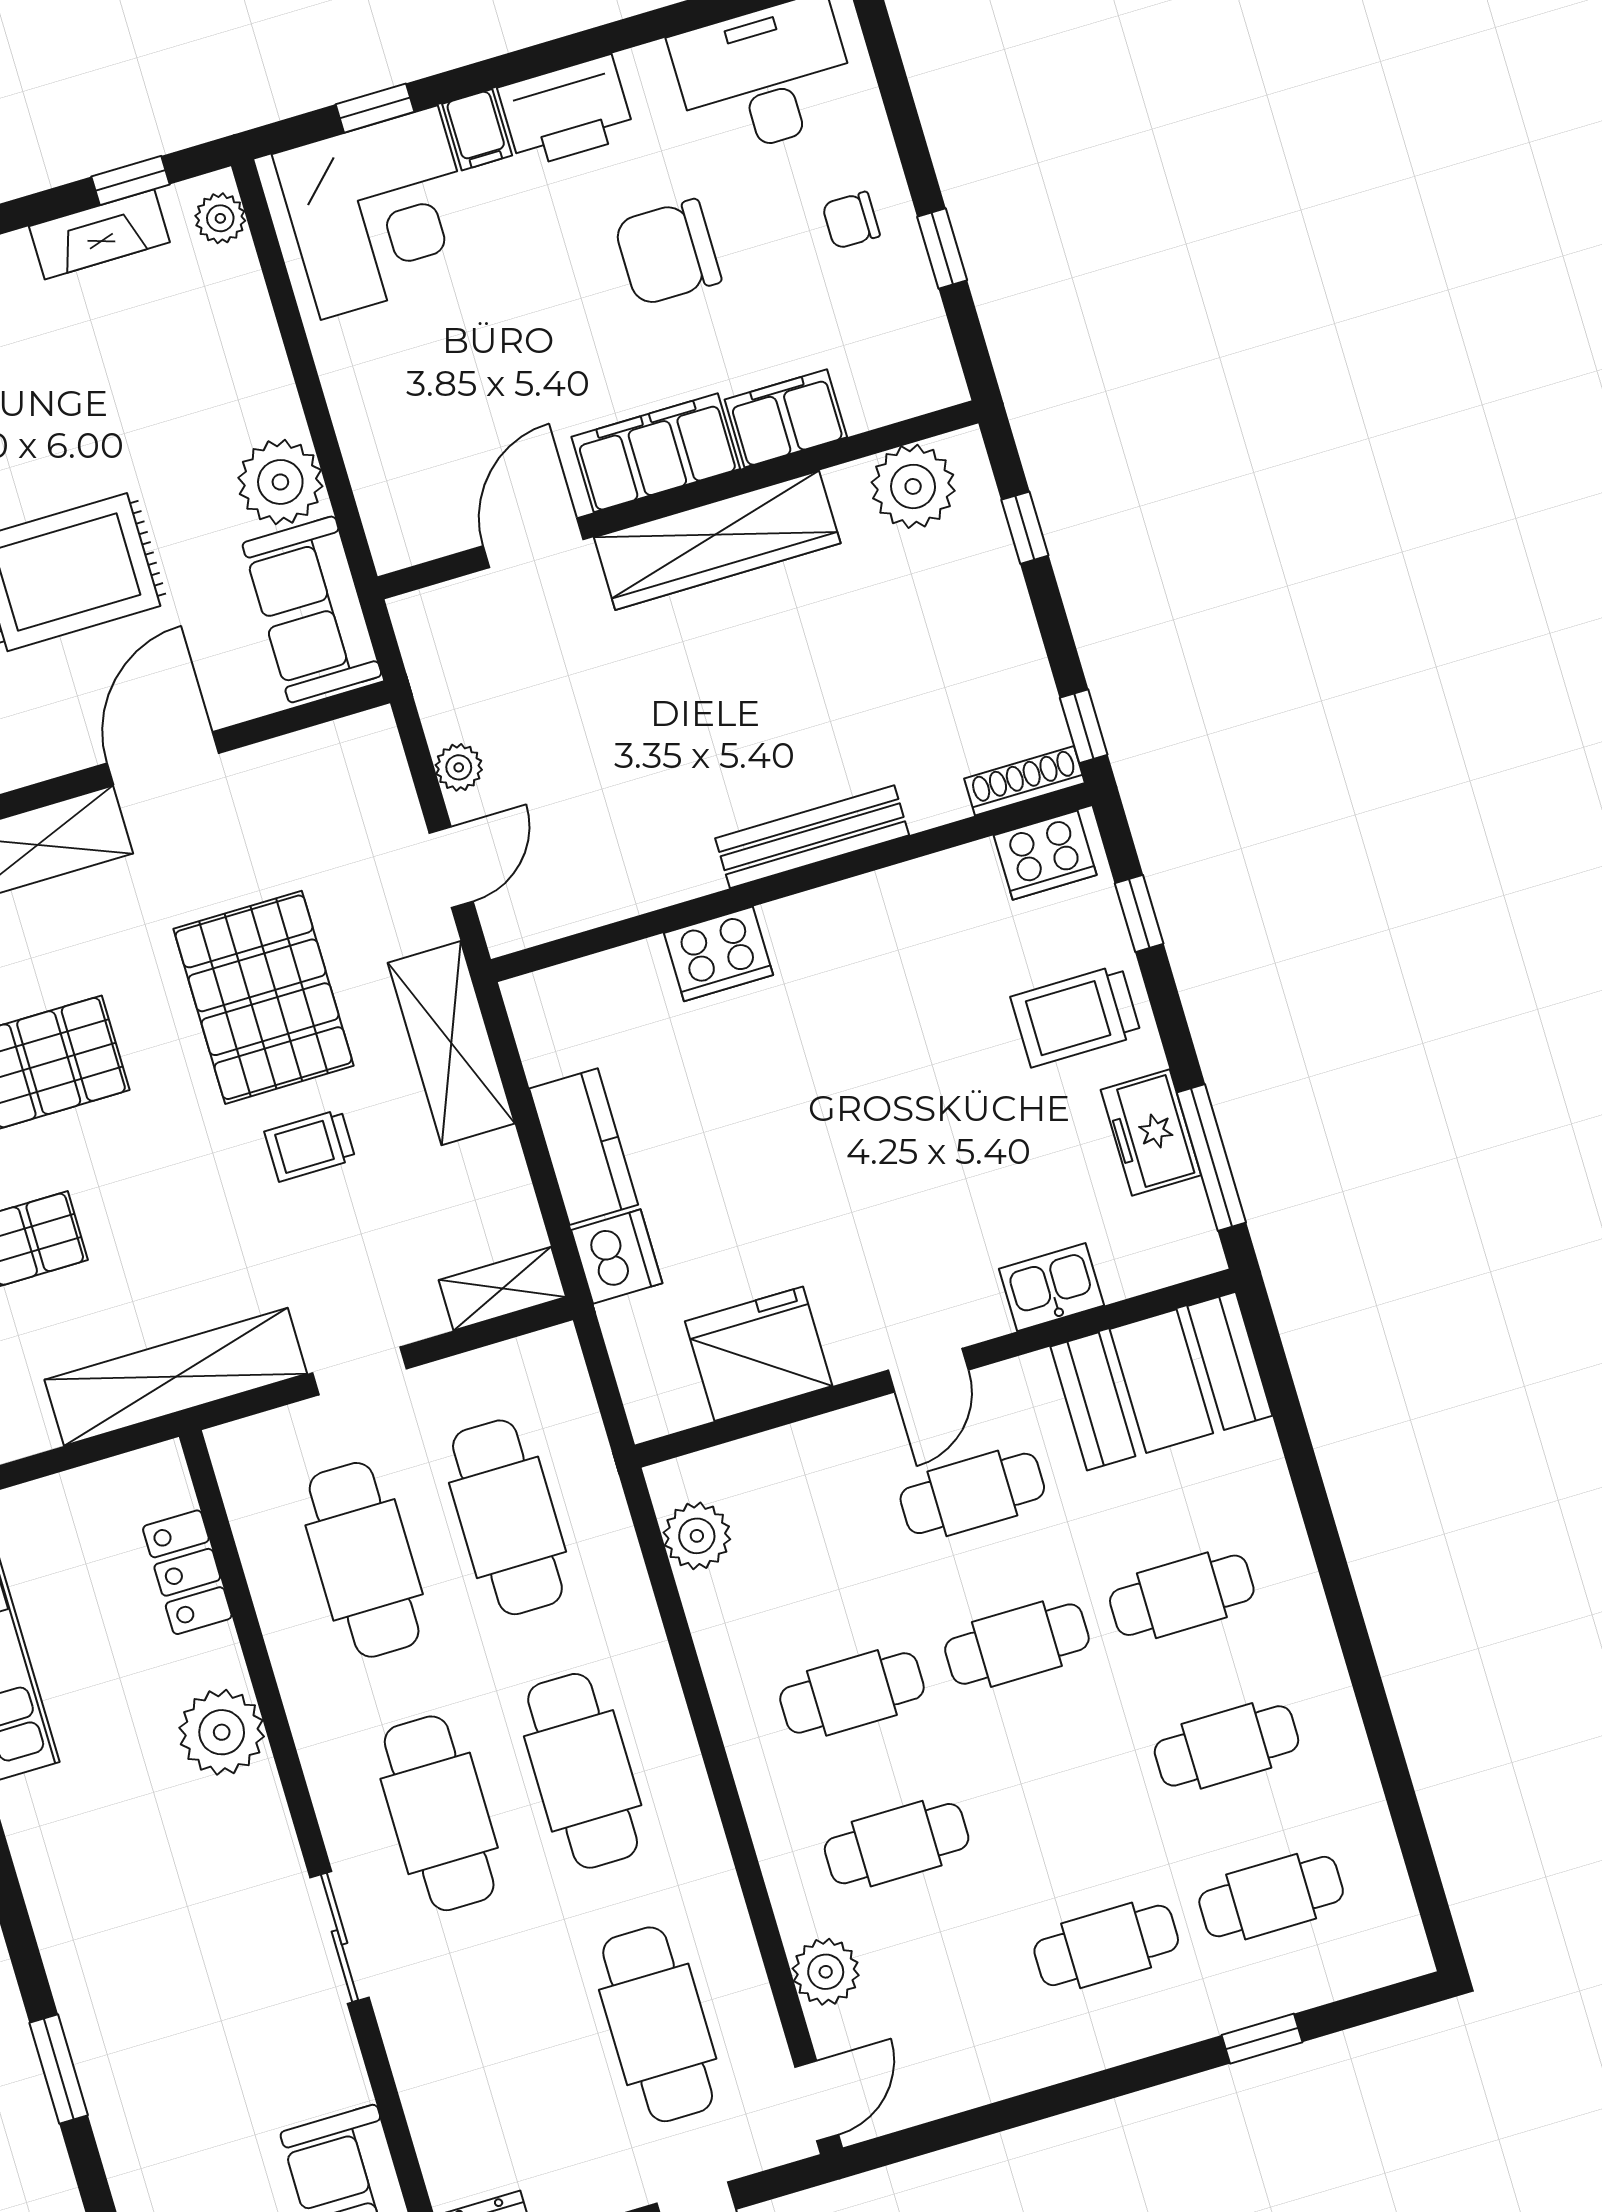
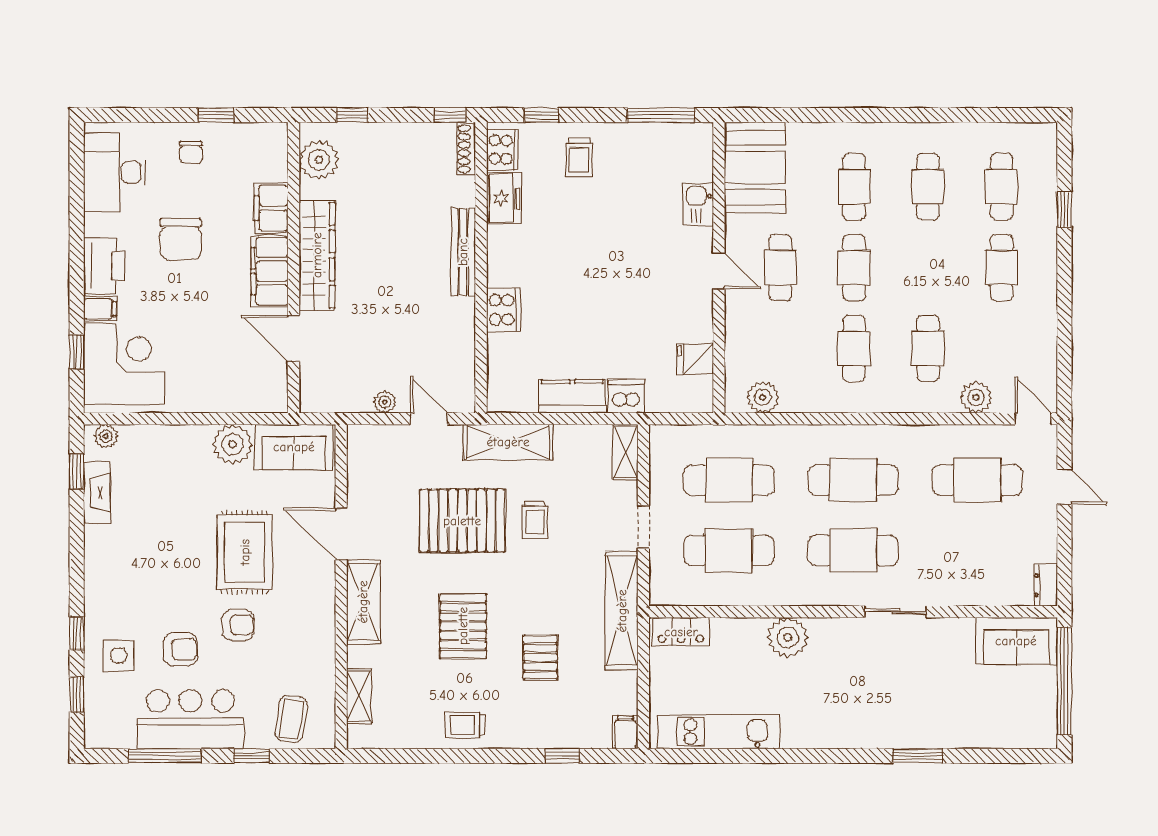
trolley: (1076, 1016) -> (579, 157), width x0.73, depth x0.72
freezer: (1151, 1132) -> (504, 198), moved, turned -90
fridge: (759, 1354) -> (695, 359), width x0.53, depth x0.75
locker: (187, 1572) -> (681, 632), moved

